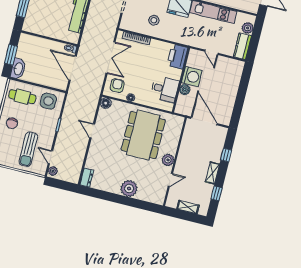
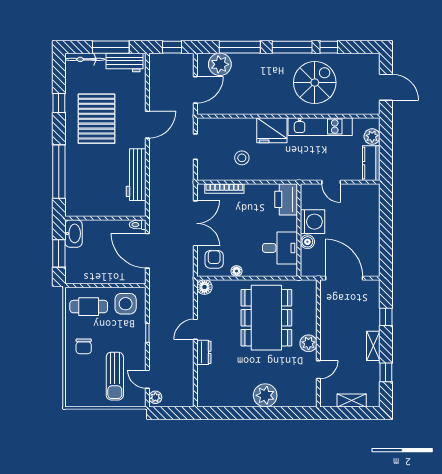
washbasin: (18, 69) -> (74, 233), moved
door: (92, 131) -> (195, 329), hinge flipped
dresser: (87, 178) -> (204, 352), moved

